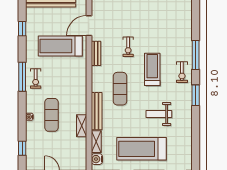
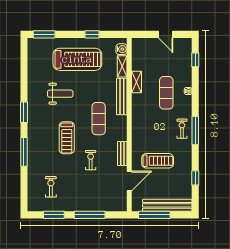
treadmill: (60, 46) -> (158, 161), width x0.73, depth x0.73
exercise bike: (182, 72) -> (51, 187), moved

